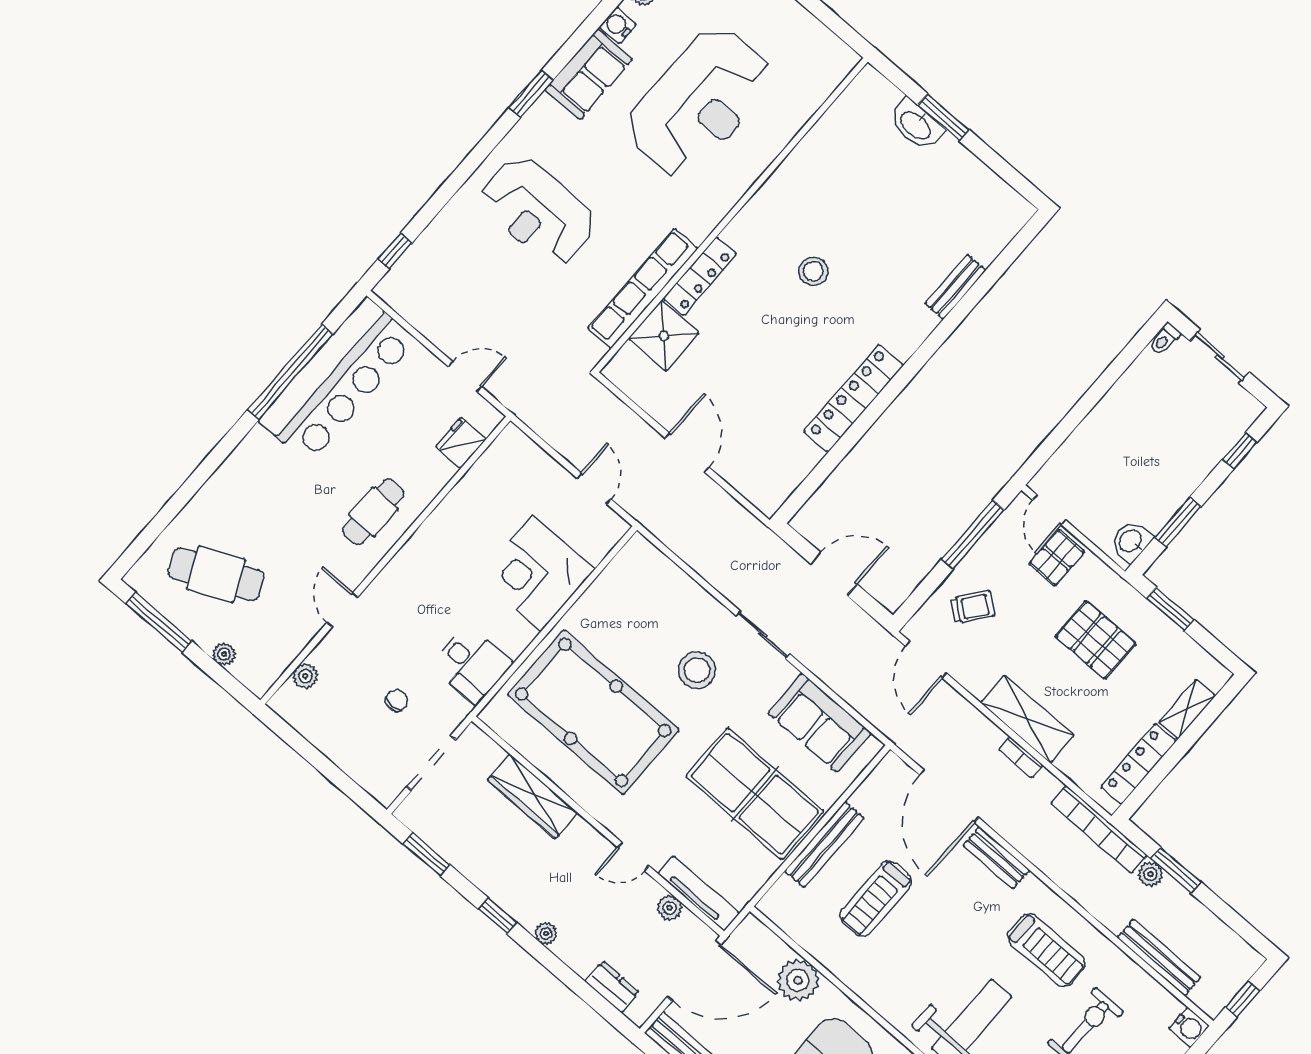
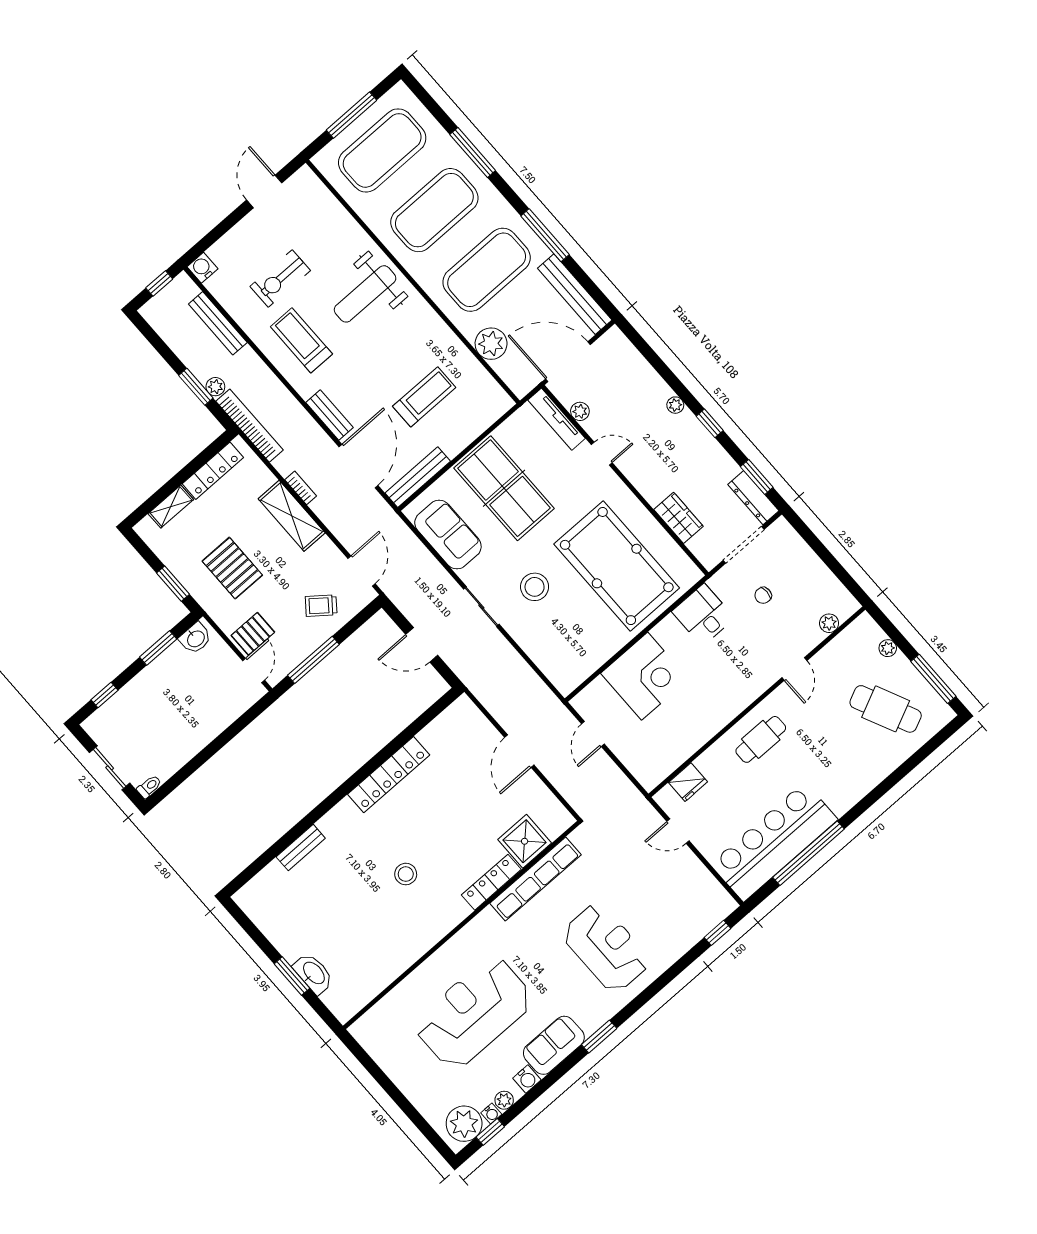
wardrobe: (533, 796) -> (678, 518), width x0.67
bench: (824, 845) -> (418, 477), moved
dresser: (612, 987) -> (753, 498), moved, width x1.44

